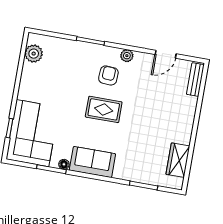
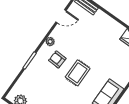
door: (166, 54) -> (61, 16), hinge flipped

